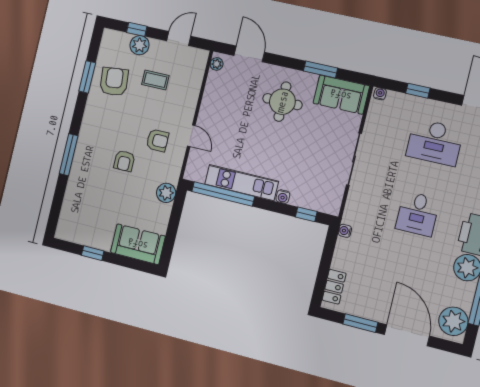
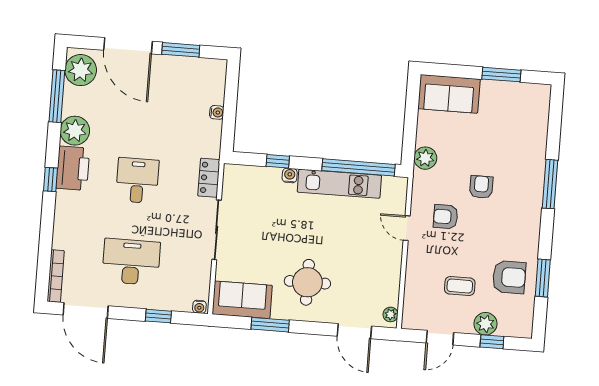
armchair: (114, 82) -> (509, 277), turned -84
window: (306, 214) -> (278, 161), moved
water cooler: (345, 231) -> (217, 112), moved
window: (93, 253) -> (501, 75), width x1.50
locker: (334, 287) -> (209, 178), moved

